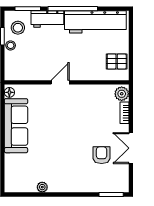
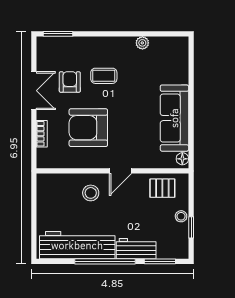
stool: (18, 28) -> (91, 193), moved
pallet: (117, 61) -> (162, 188), moved
plant: (122, 94) -> (45, 157), removed
armchair: (86, 118) -> (88, 128), added
armchair: (102, 155) -> (70, 82), turned 180
coffee table: (74, 160) -> (104, 76), added

